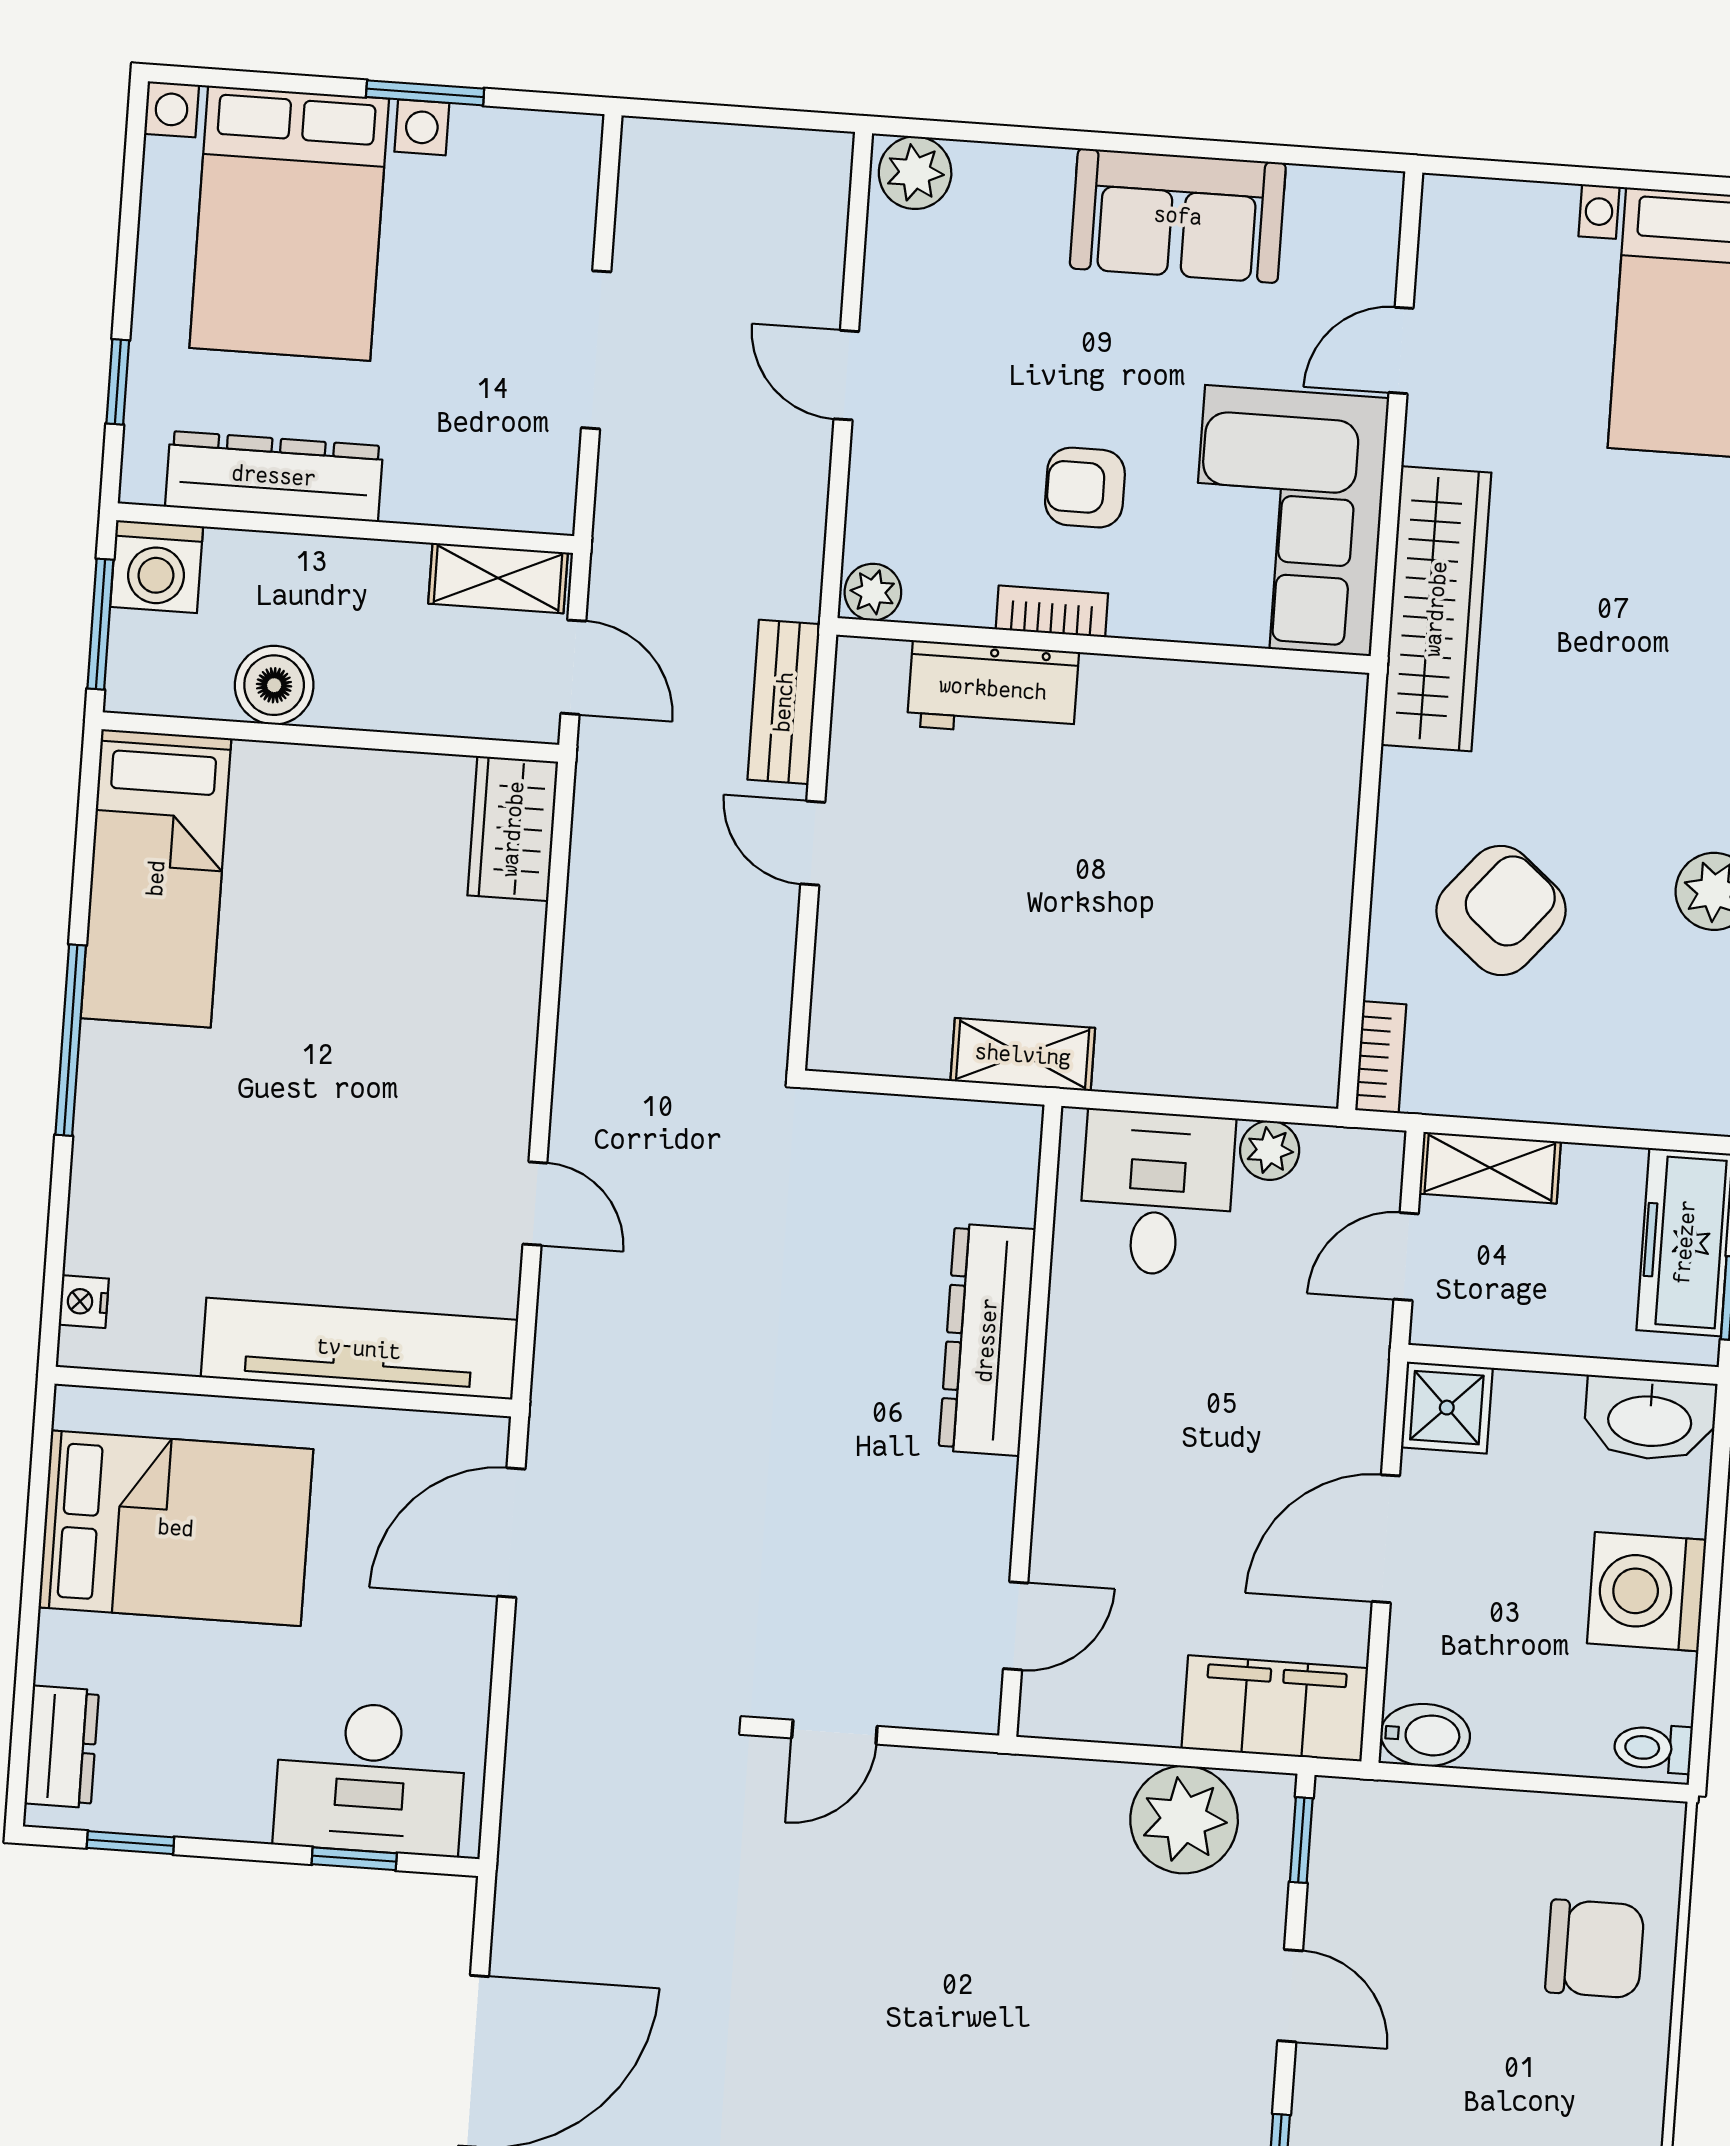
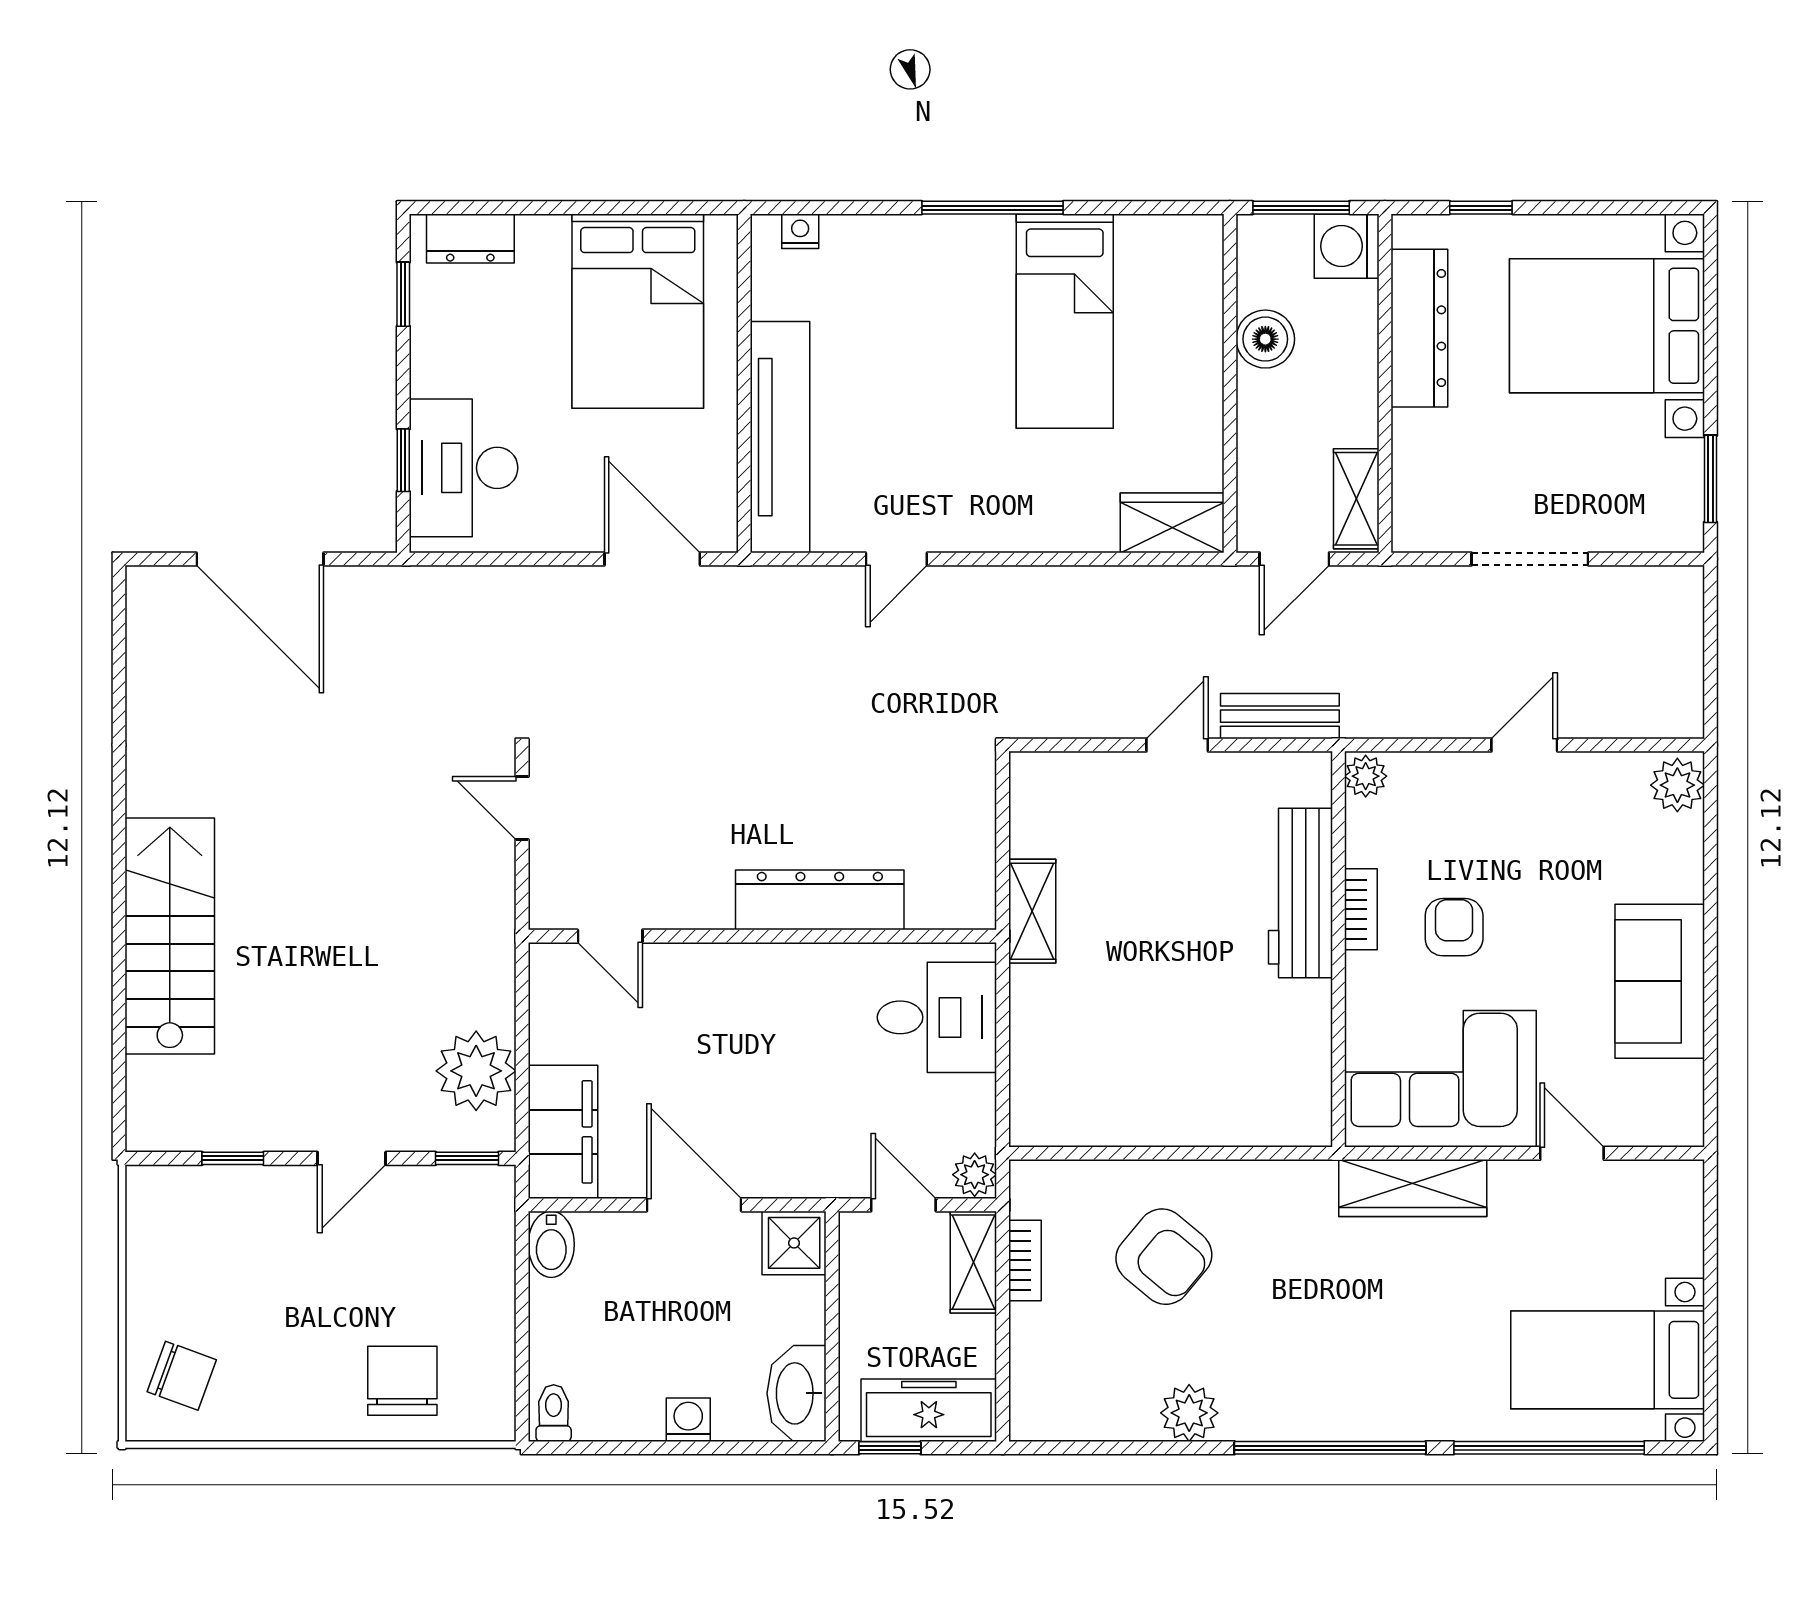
window: (425, 93) -> (1711, 479), moved
wardrobe: (1436, 609) -> (1413, 1188), width x0.71, depth x0.85
workbench: (993, 689) -> (1300, 893), width x1.37
bed: (156, 878) -> (1065, 321), moved, turned -90
bookcase: (1381, 1057) -> (1025, 1260), moved, turned -90
plant: (1270, 1150) -> (975, 1175), moved
washing machine: (1647, 1592) -> (688, 1420), width x0.53, depth x0.53
chair: (1595, 1949) -> (402, 1381), turned 180

